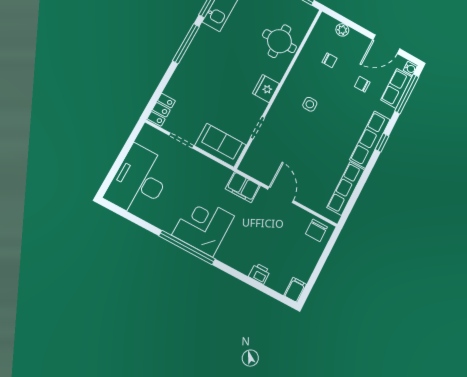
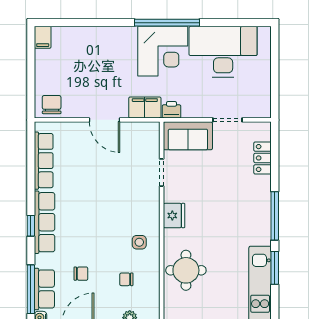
side table: (310, 104) -> (139, 242), moved
locker: (161, 110) -> (263, 158), moved
desk: (139, 181) -> (223, 52), moved, turned -90
printer: (259, 274) -> (172, 110), moved, turned 180

